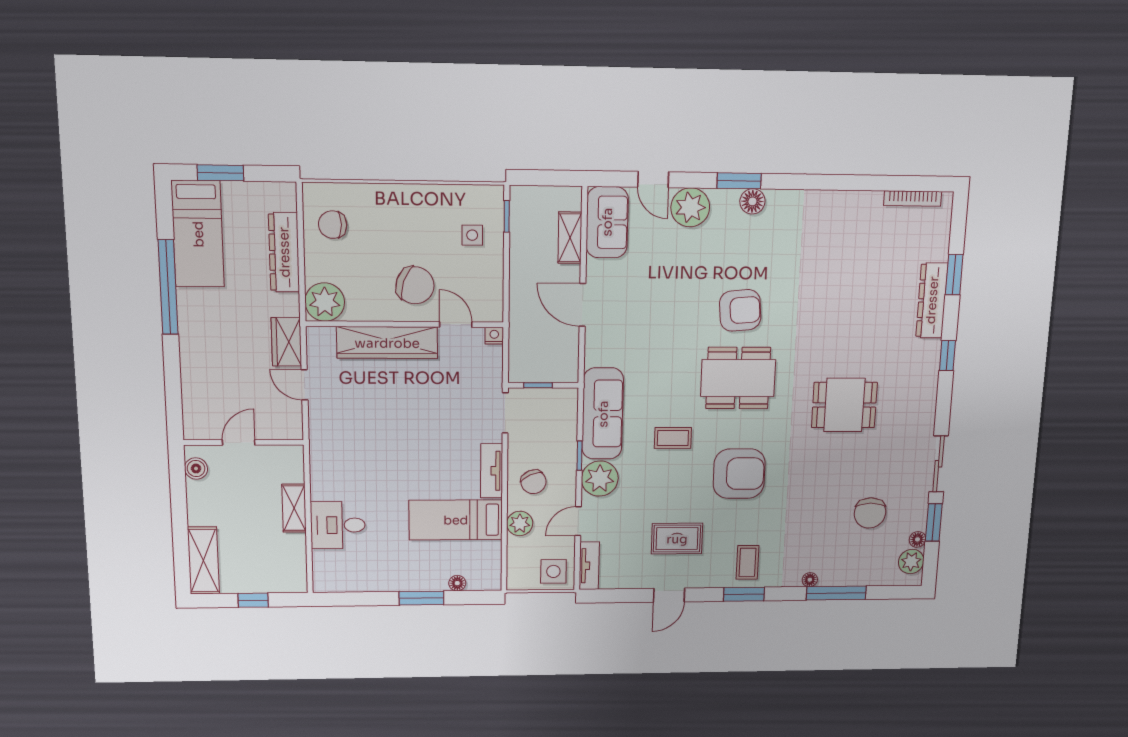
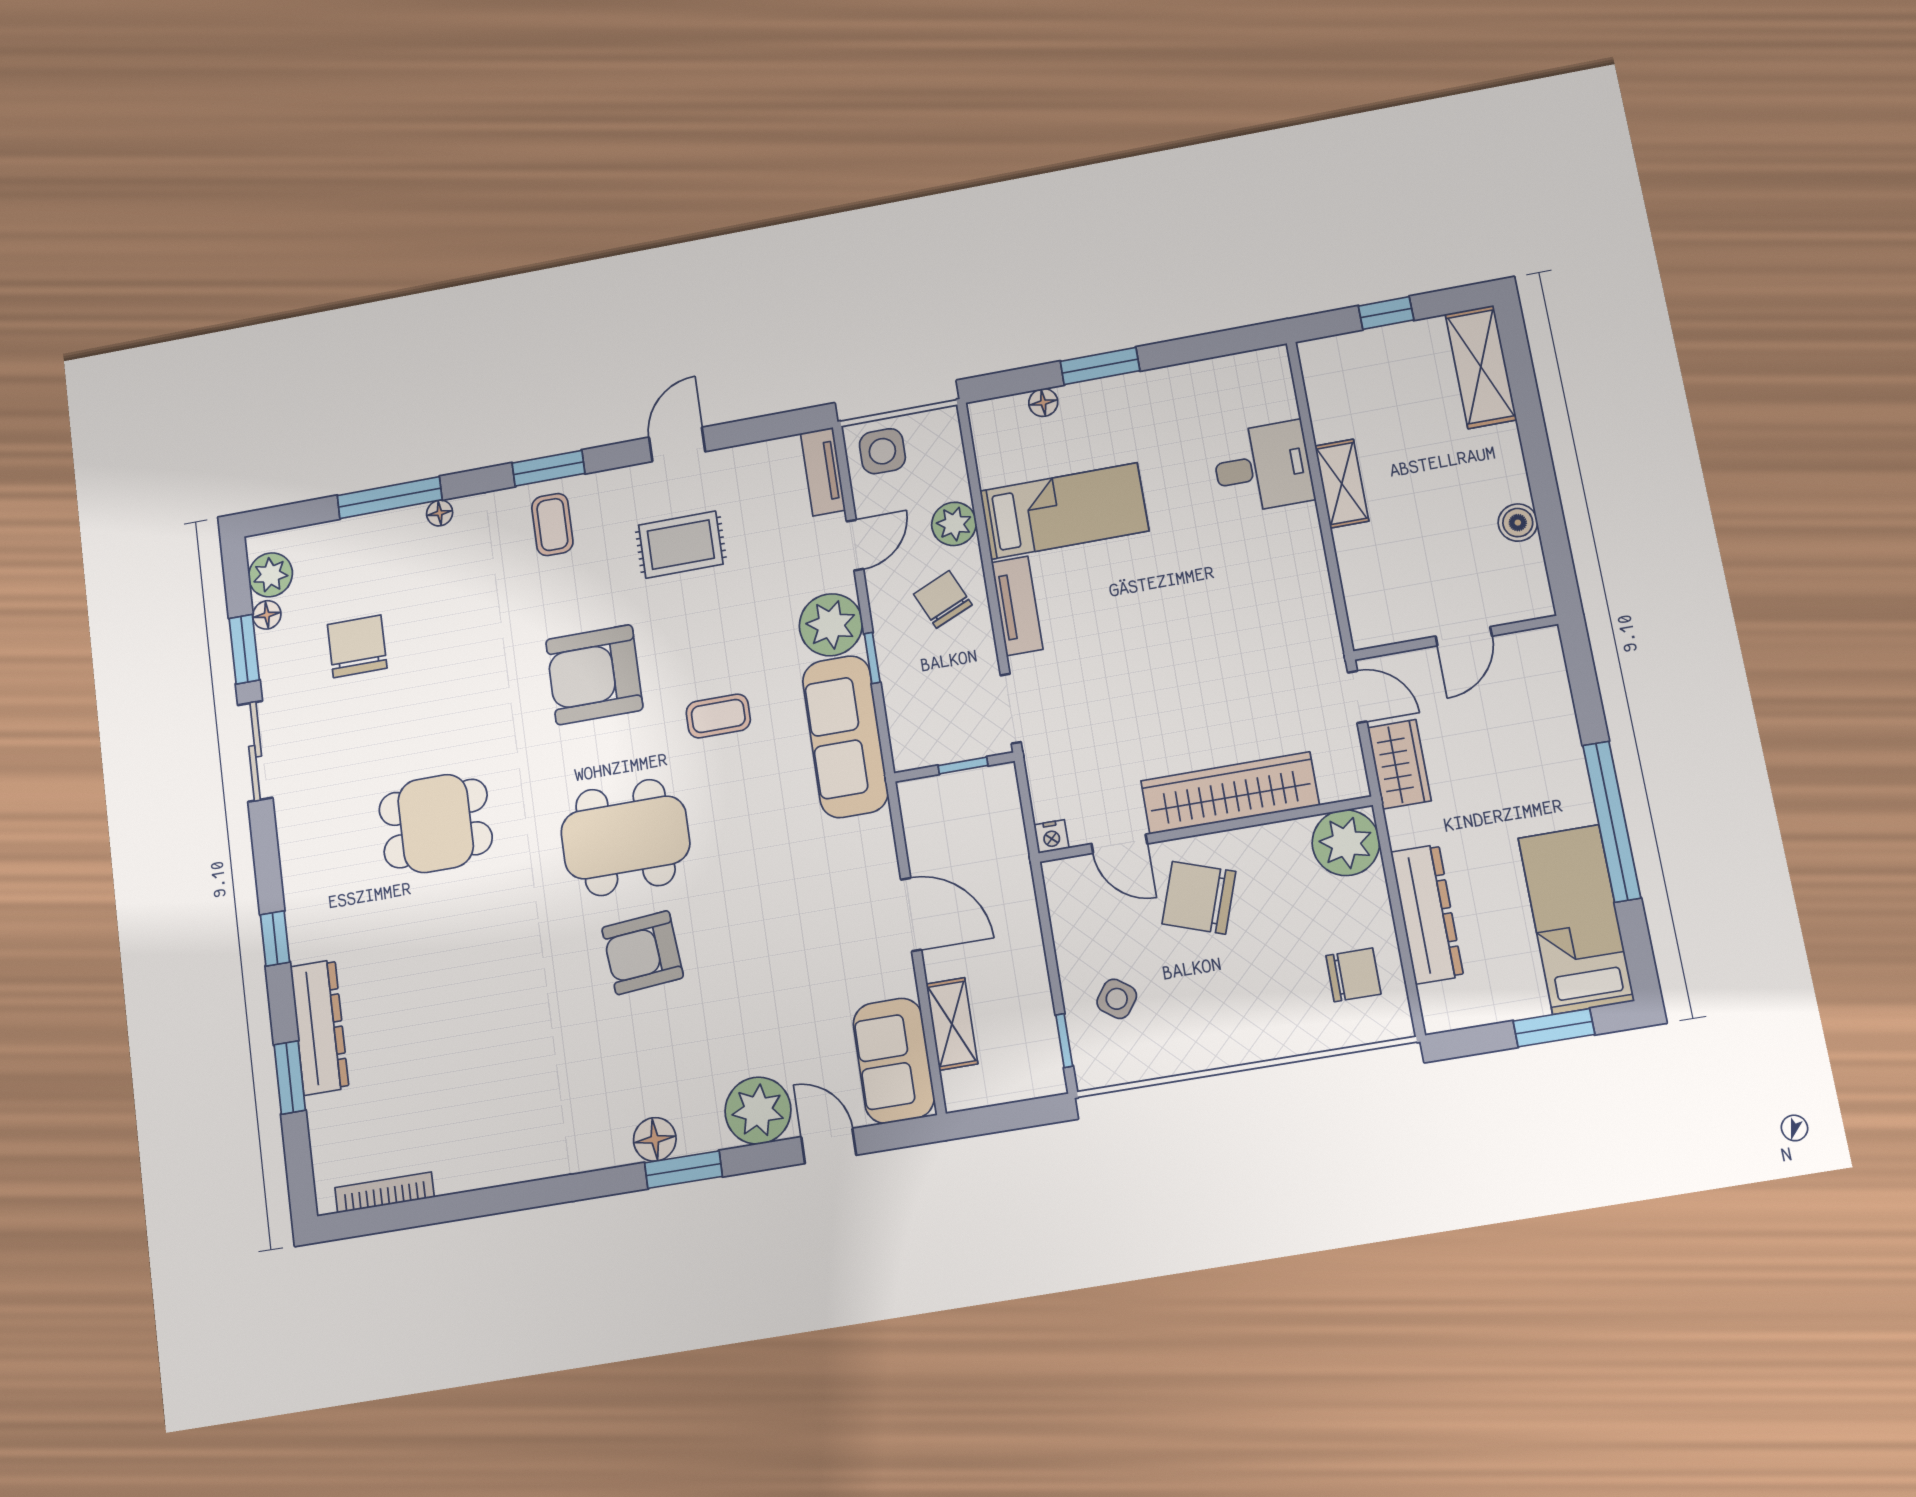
side table: (472, 235) -> (1117, 999), turned 36
door: (239, 443) -> (1464, 636), moved
wall: (244, 443) -> (1455, 638), moved

